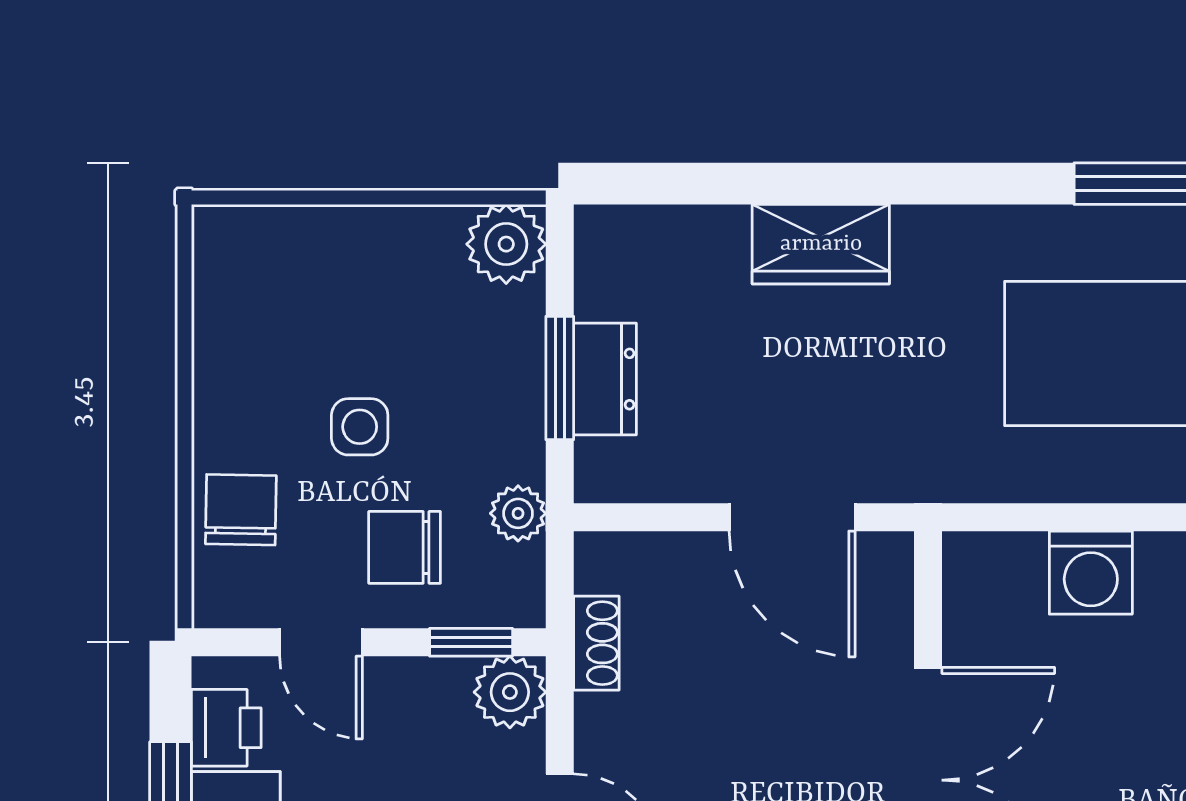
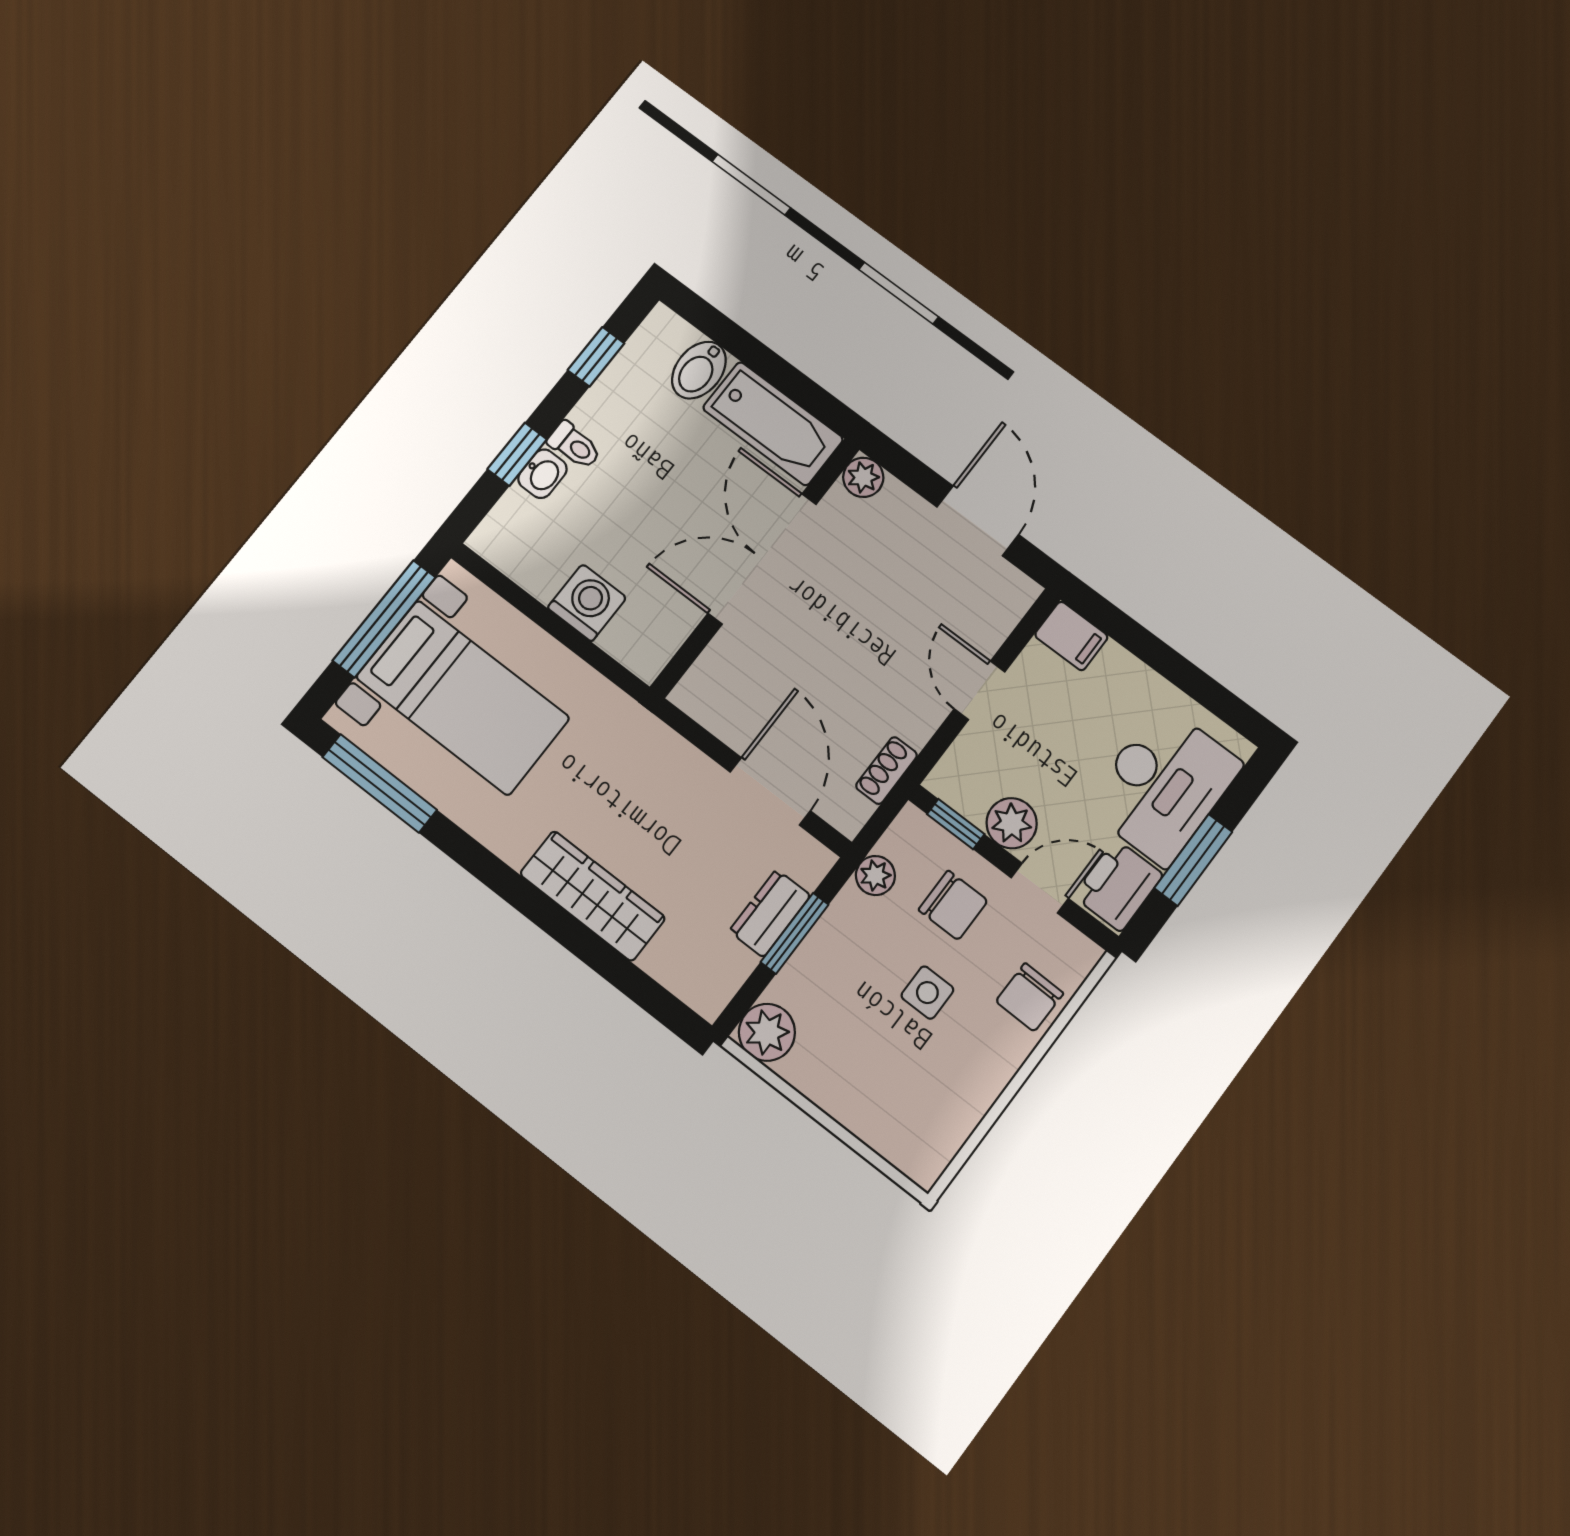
wardrobe: (821, 244) -> (593, 896), width x1.50
door: (792, 517) -> (770, 791), moved
door: (321, 642) -> (1040, 888), hinge flipped
plant: (510, 692) -> (1012, 823), moved
printer: (226, 728) -> (1118, 885), width x1.36, depth x1.24

